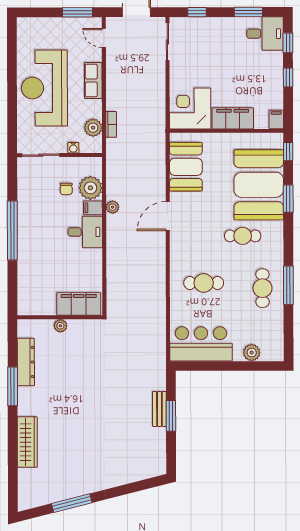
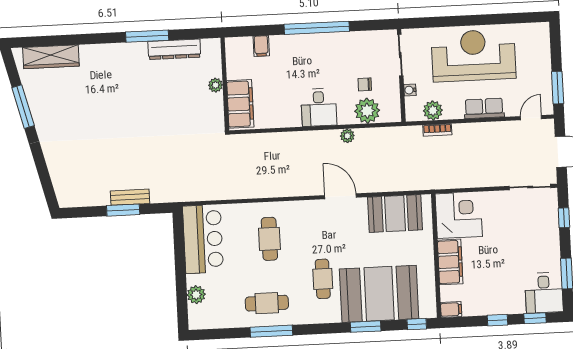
filing cabinet: (93, 208) -> (261, 46), moved, turned 180
wardrobe: (27, 442) -> (51, 57), moved

